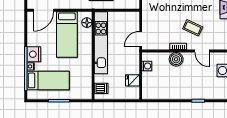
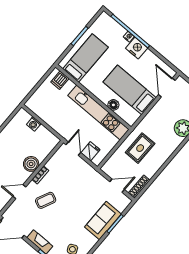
floor lamp: (87, 23) -> (113, 105), moved
washing machine: (147, 66) -> (34, 124), moved
bed: (48, 80) -> (85, 58), moved, turned 180
fridge: (132, 80) -> (90, 151), moved

